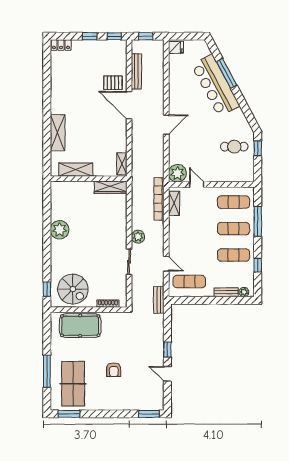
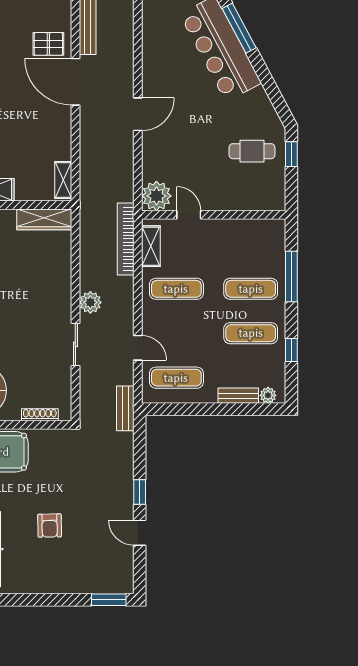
exercise mat: (233, 202) -> (176, 289), moved

